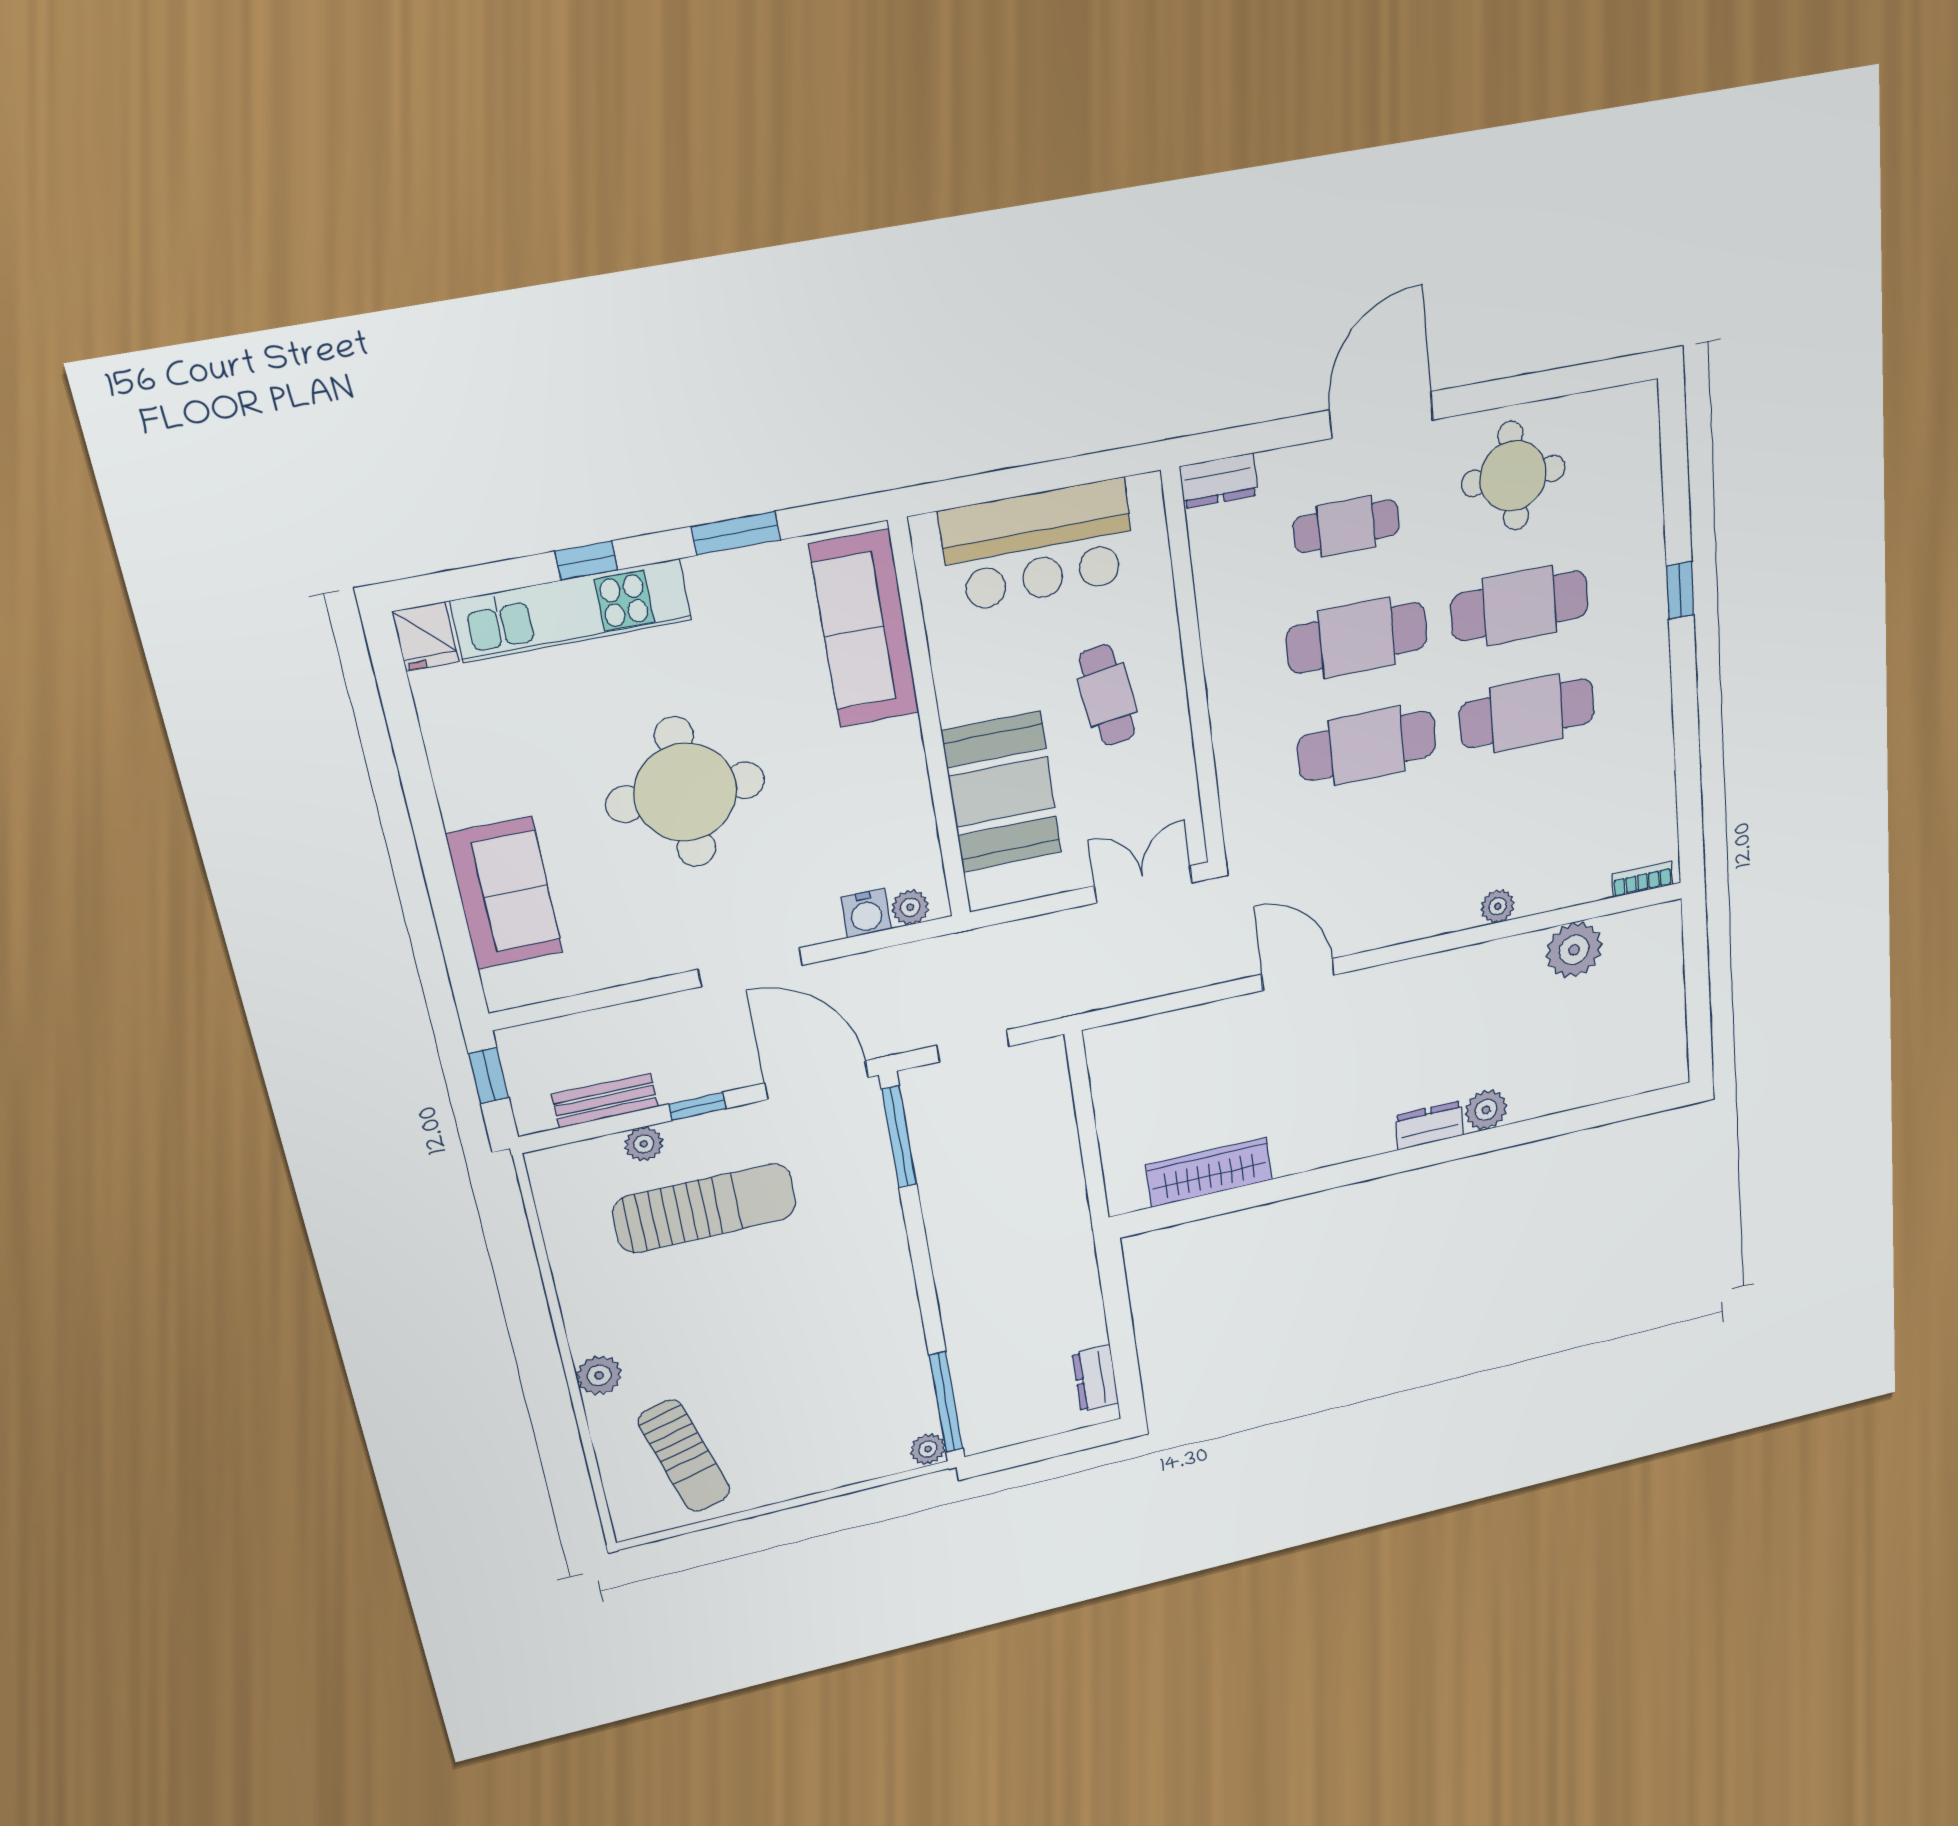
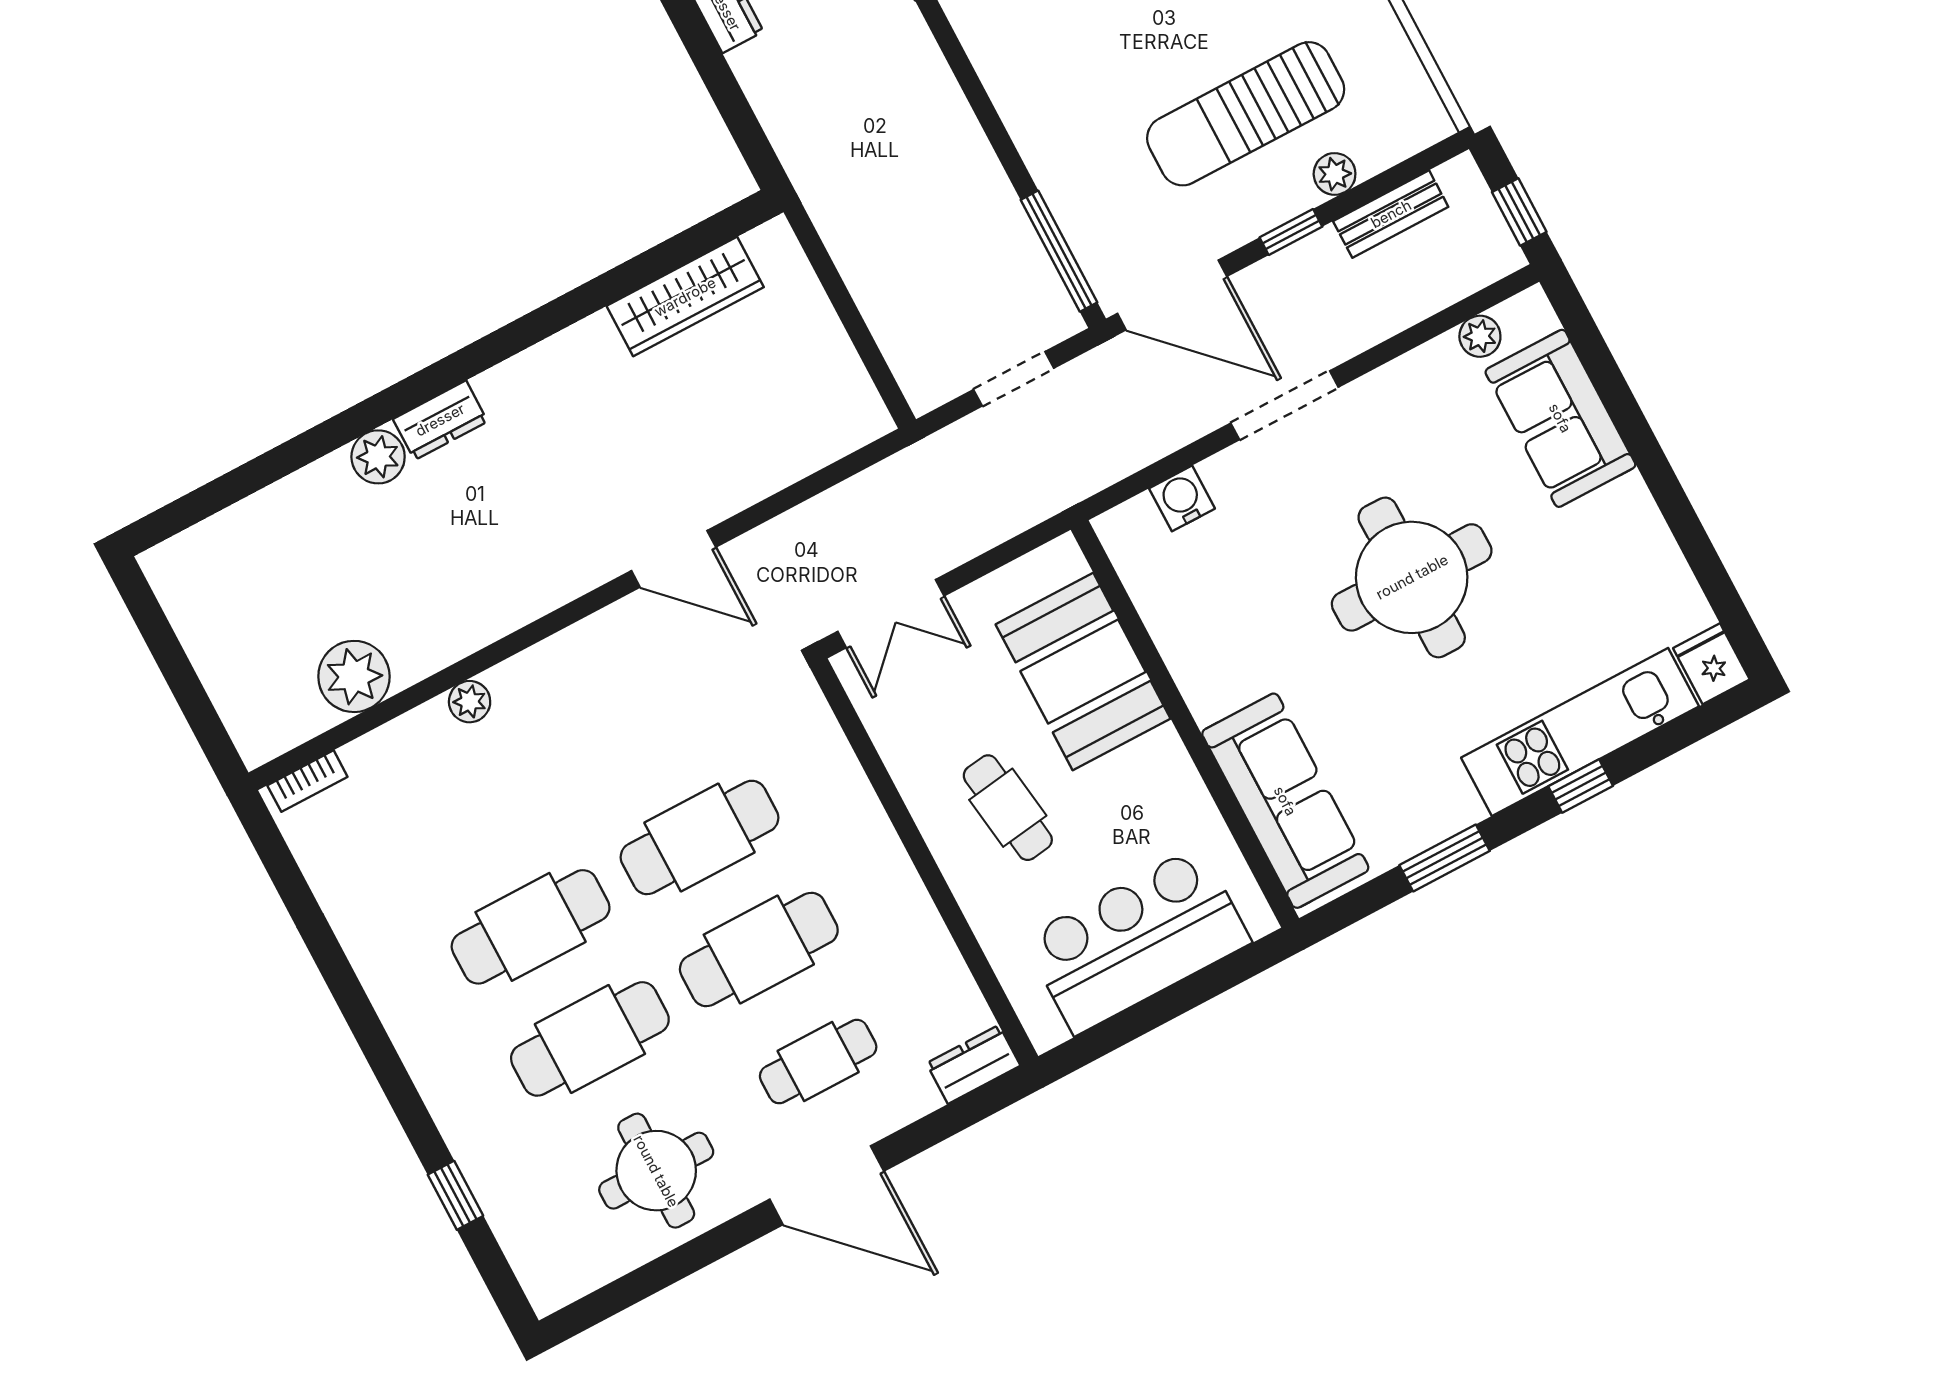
door: (1381, 415) -> (827, 1185), hinge flipped
window: (1680, 590) -> (455, 1195), moved
plant: (910, 907) -> (1480, 336), moved

